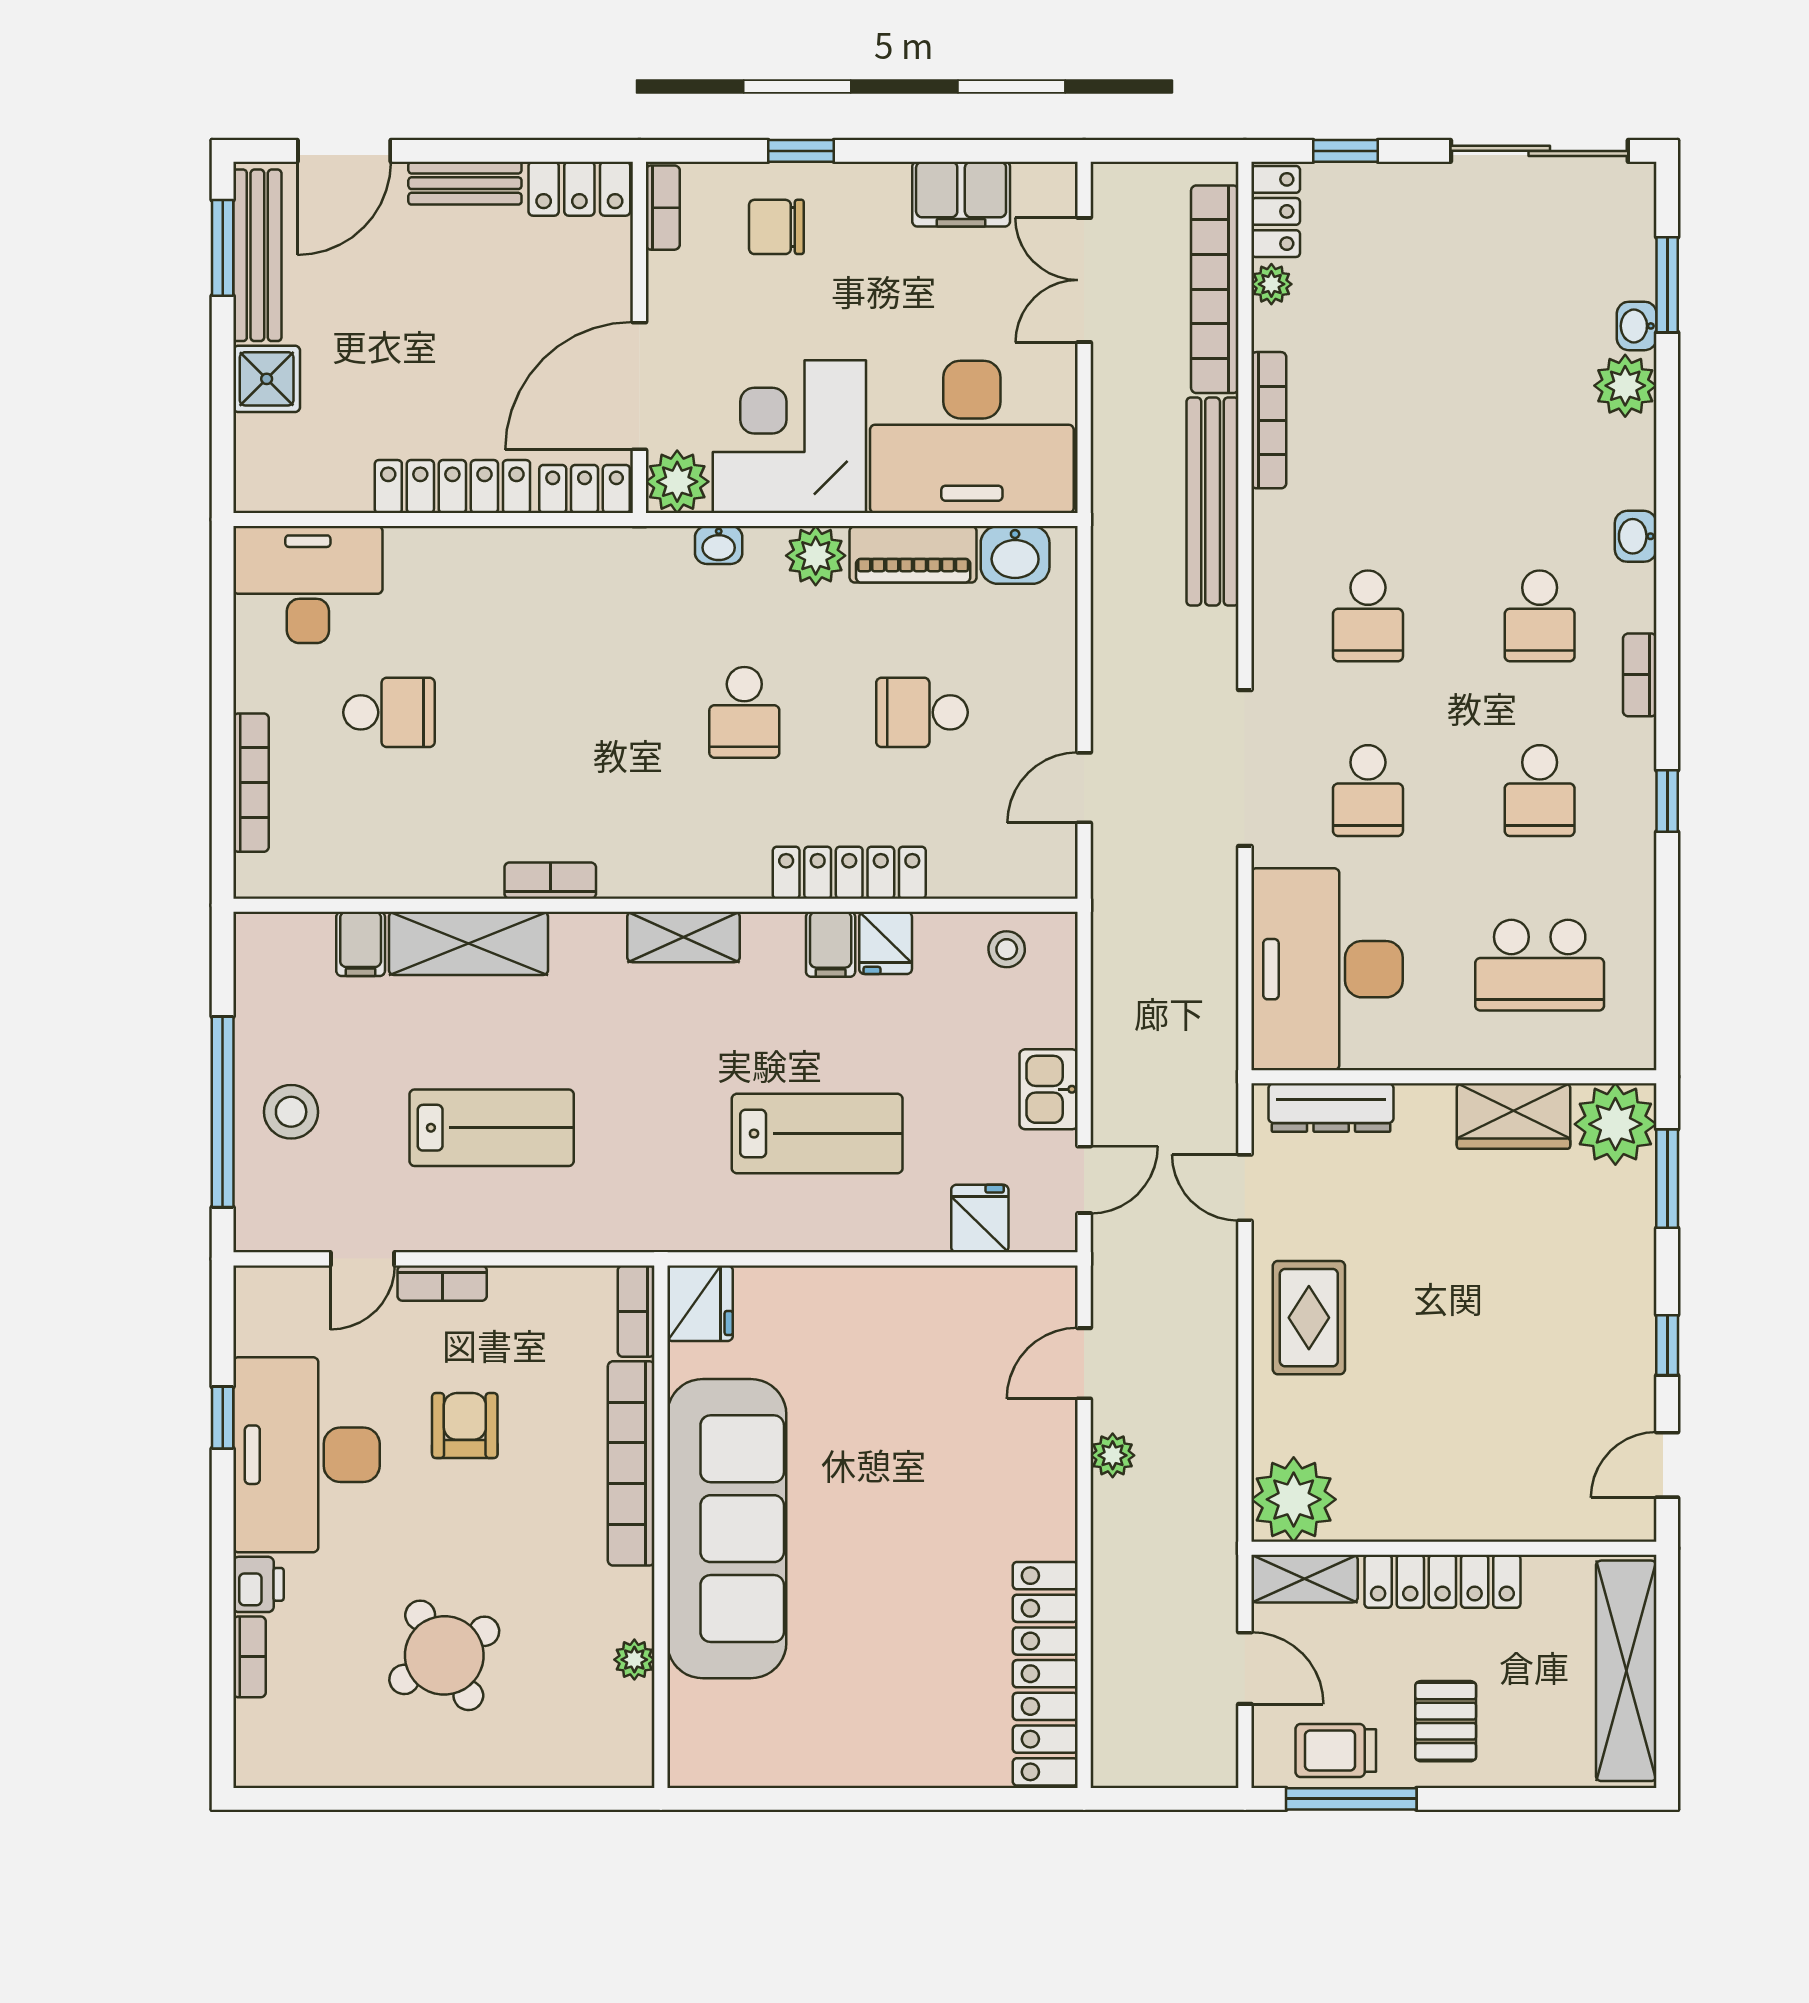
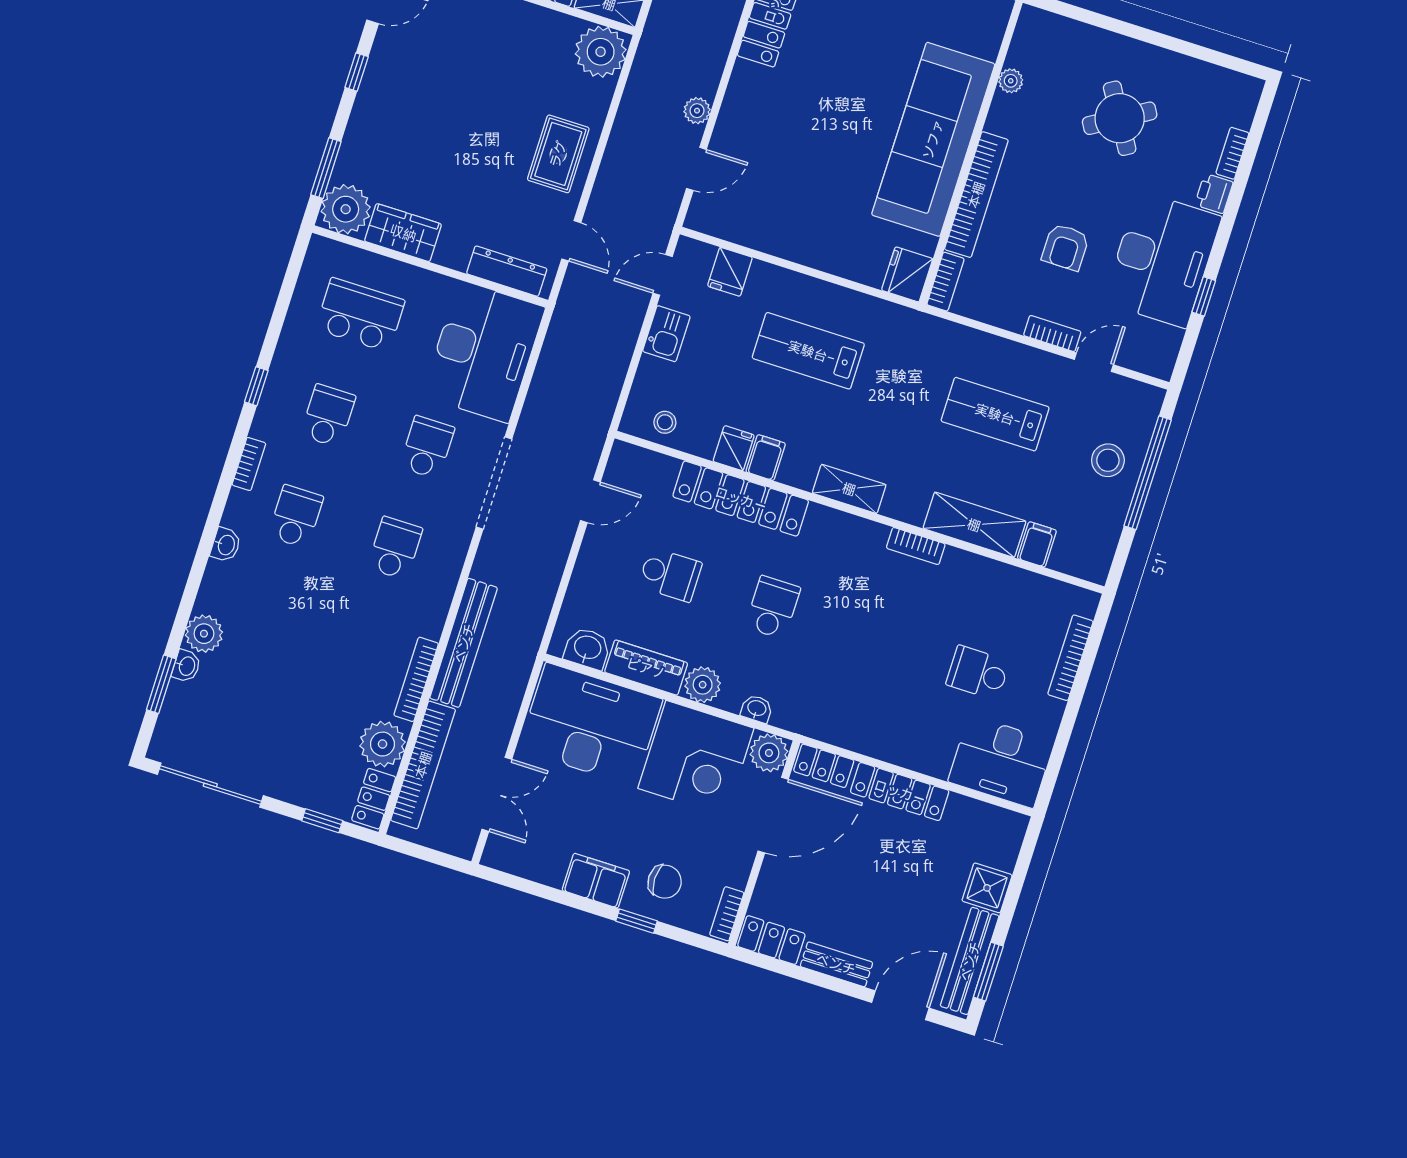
filing cabinet: (961, 194) -> (596, 881), moved
plant: (1271, 284) -> (383, 744), width x1.88, depth x1.88
locker: (849, 873) -> (741, 499), width x1.41, depth x1.21

